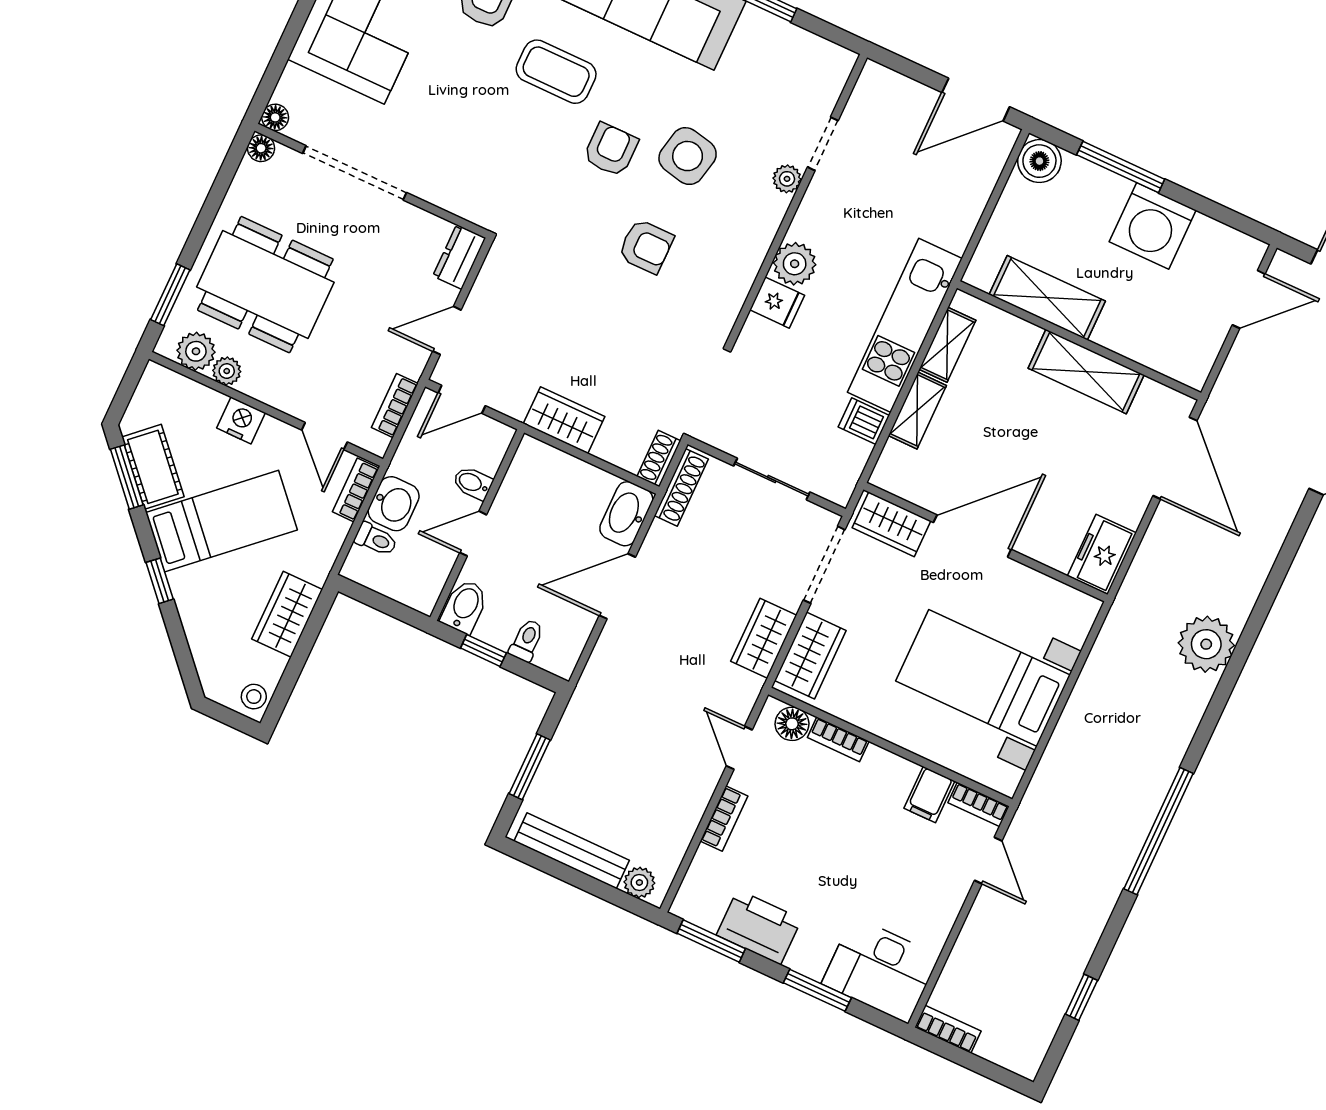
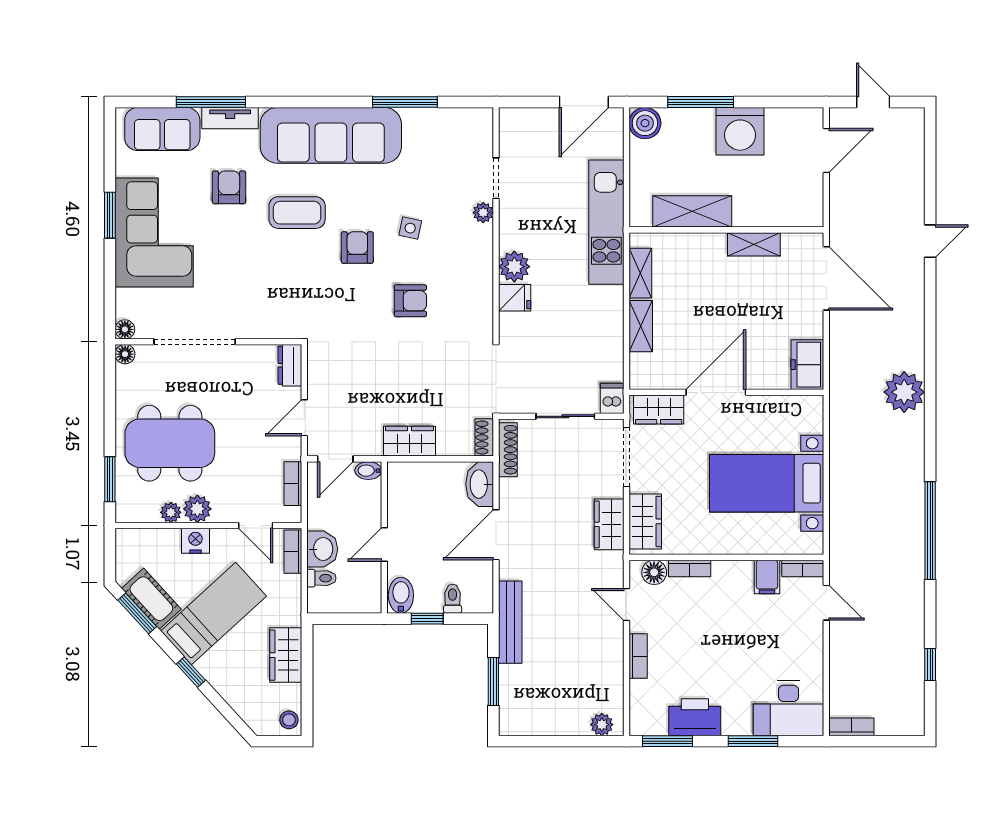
side table: (688, 156) -> (410, 228), width x0.54, depth x0.54
kitchen unit: (905, 325) -> (606, 222), moved
plant: (196, 351) -> (197, 509), moved
shelving: (1086, 372) -> (754, 244), width x0.67, depth x0.75
dishwasher: (864, 421) -> (612, 398), moved, turned 90
bidet: (473, 483) -> (368, 471), moved
bench: (572, 851) -> (510, 622), moved, turned 90

